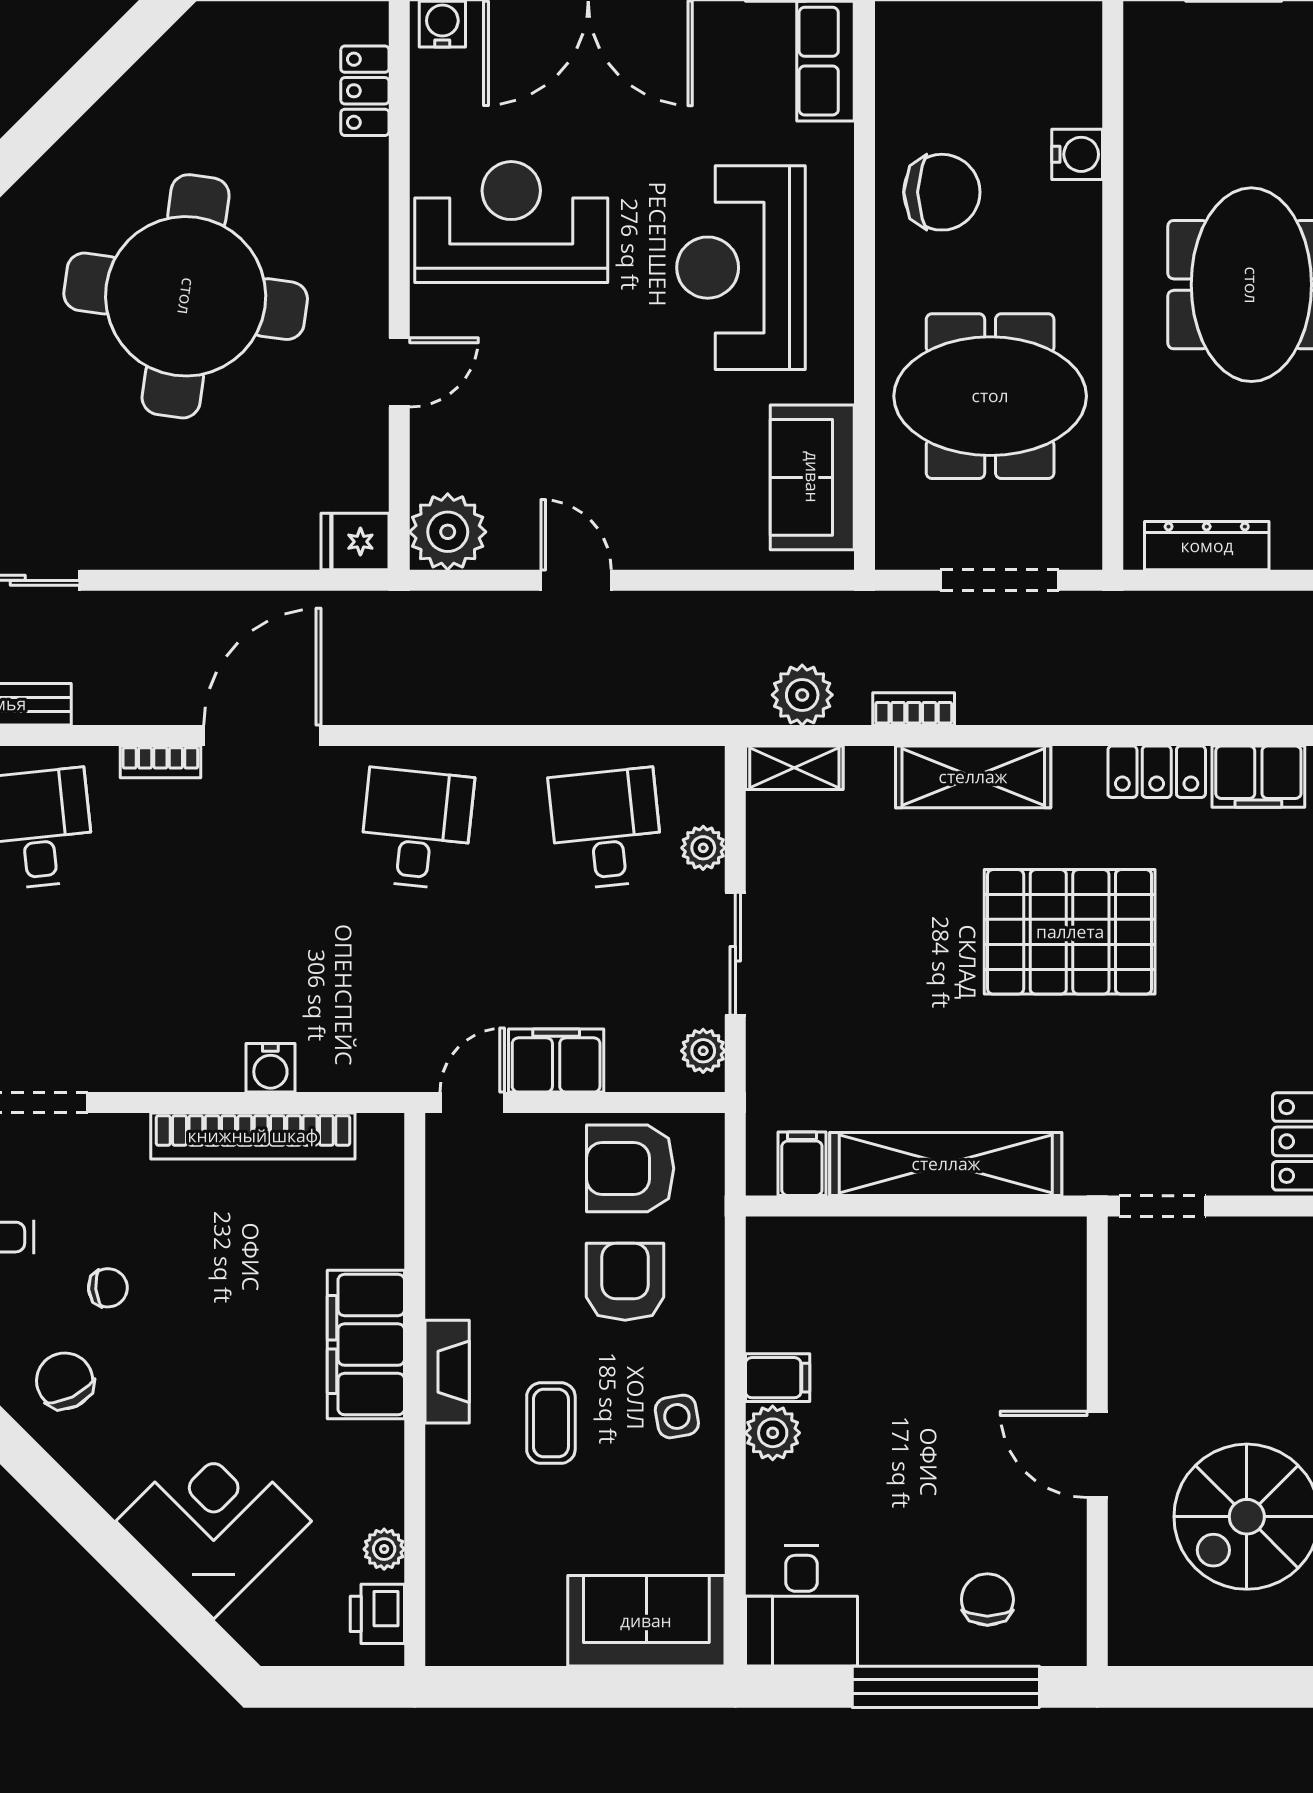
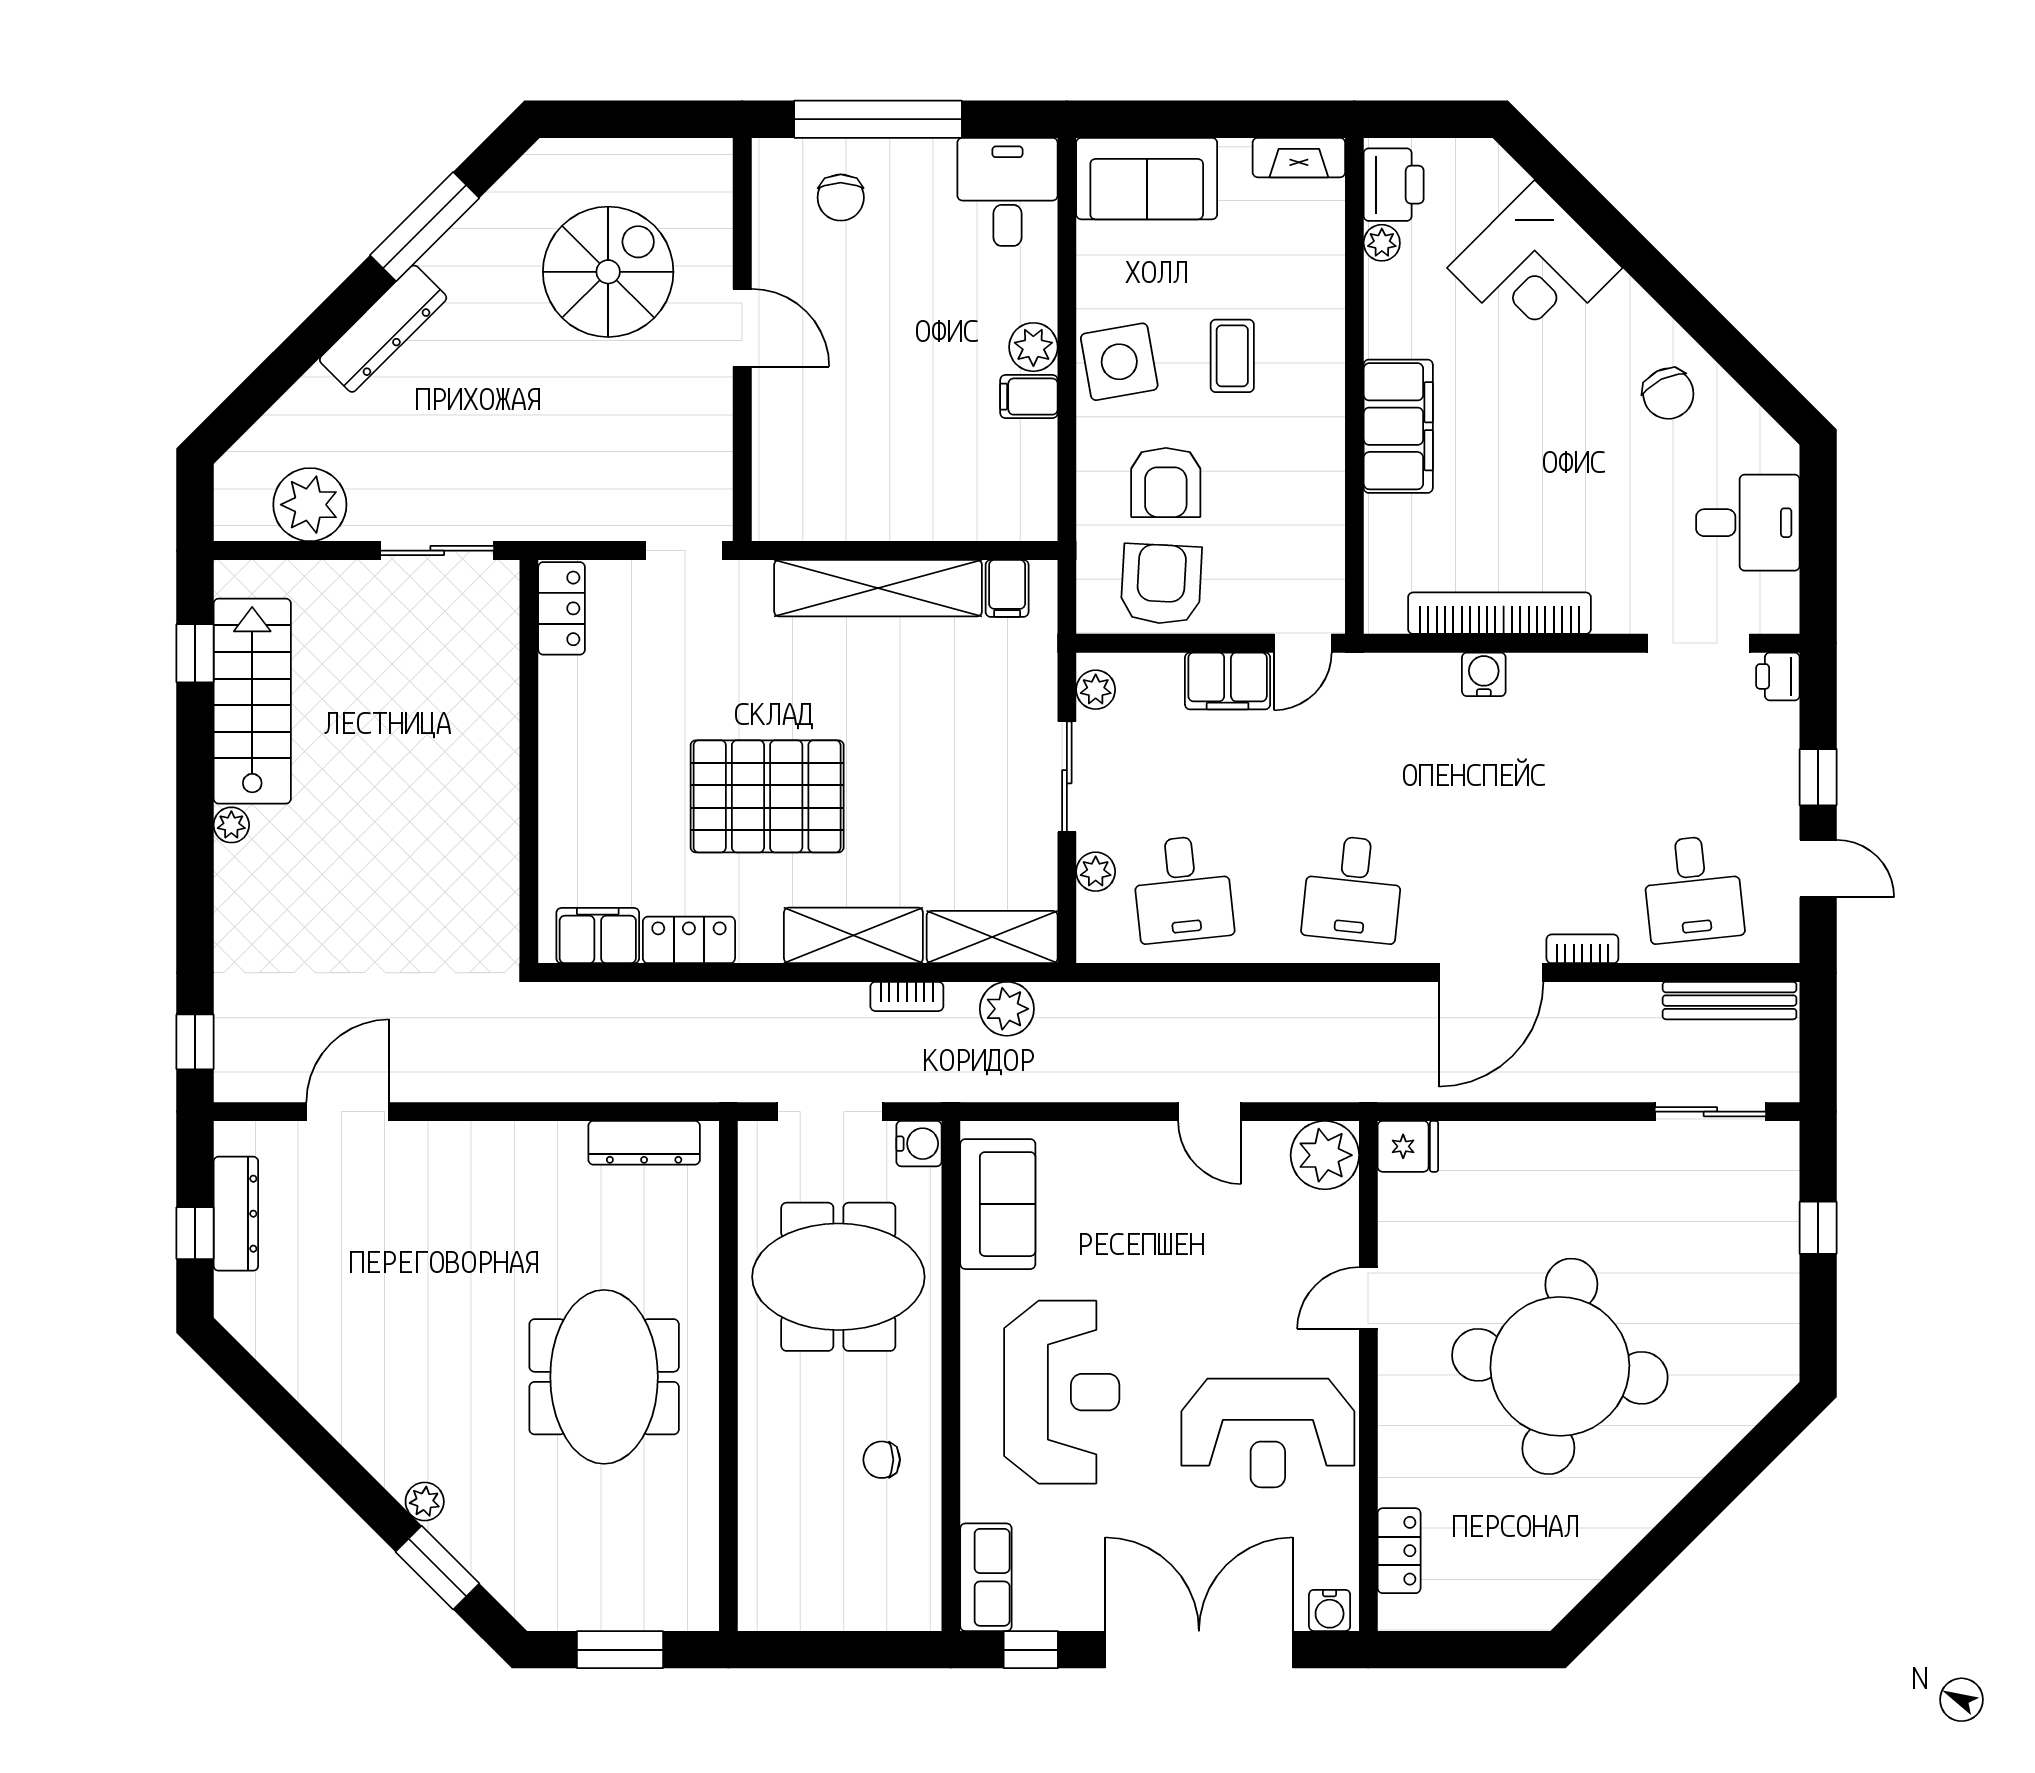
water cooler: (1077, 154) -> (919, 1144), moved, turned 180
chair: (942, 192) -> (882, 1460), width x0.54, depth x0.54
shelving: (794, 768) -> (992, 937), width x1.50, depth x1.33
armchair: (630, 1168) -> (1161, 584), turned -87
chair: (108, 1288) -> (1630, 477), removed
fireplace: (447, 1372) -> (1299, 158), moved, turned -90
side table: (677, 1416) -> (1119, 362), width x1.87, depth x1.87
printer: (377, 1614) -> (1394, 185), width x1.36, depth x1.24

